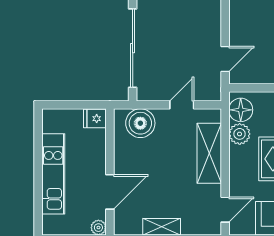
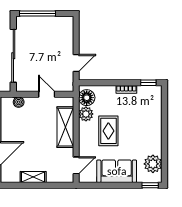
door: (182, 105) -> (47, 94), hinge flipped
boiler: (140, 123) -> (19, 102), width x0.54, depth x0.54

